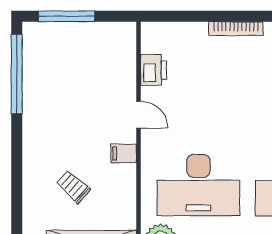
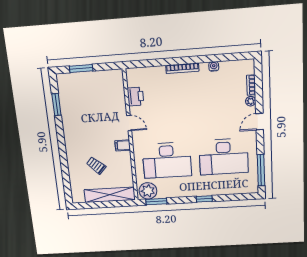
window: (67, 16) -> (81, 68), width x0.69
window: (17, 74) -> (56, 105), width x0.47

